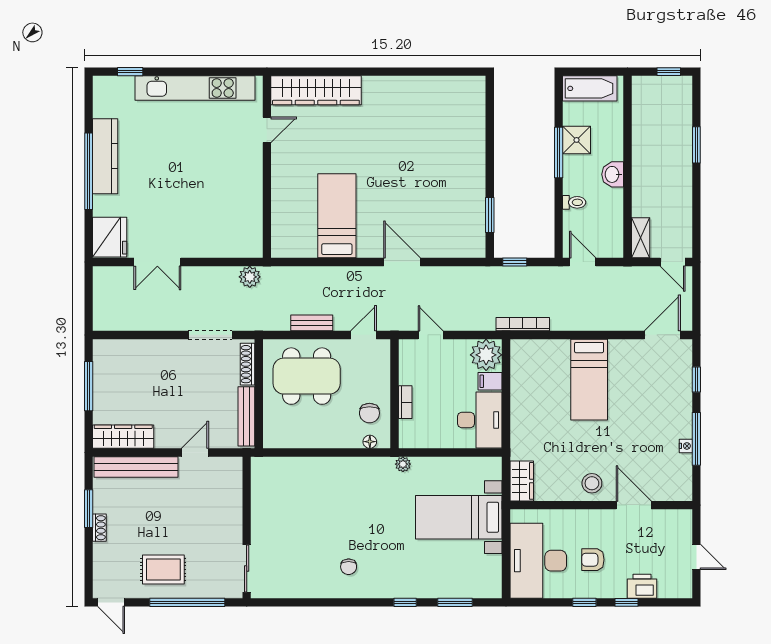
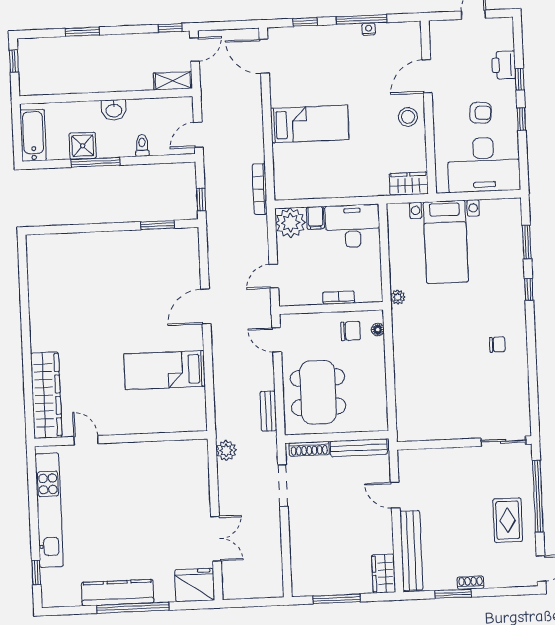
window: (696, 237) -> (170, 28), added
bench: (312, 323) -> (268, 411), moved
wardrobe: (123, 437) -> (384, 574), width x0.67
armchair: (593, 560) -> (480, 113), turned -86

